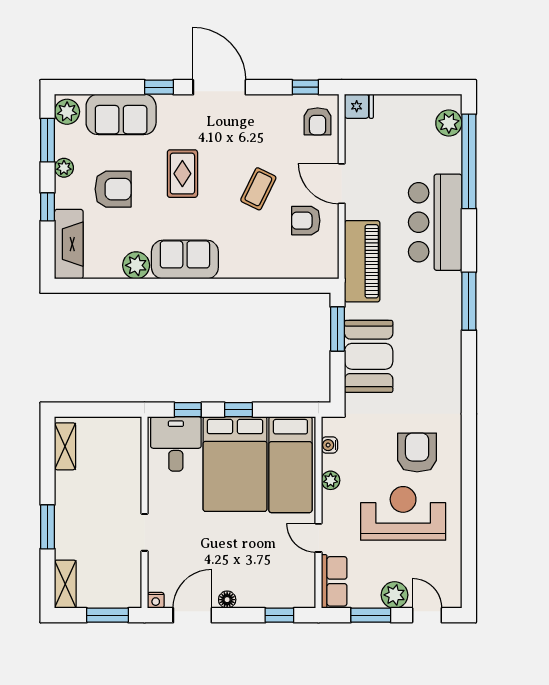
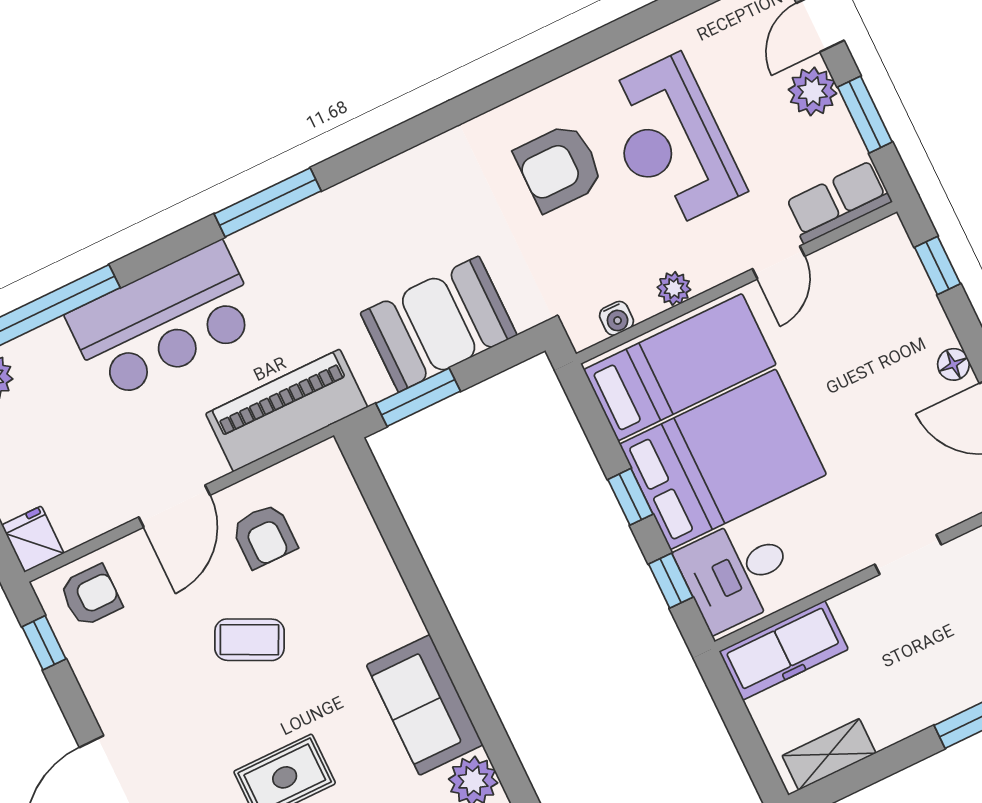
freezer: (127, 449) -> (784, 650), added

